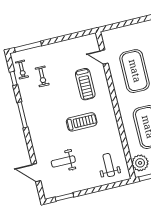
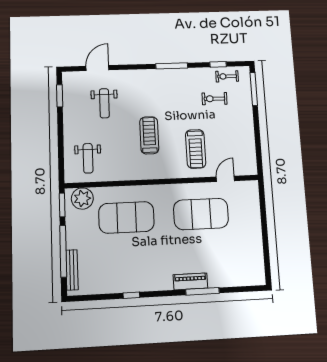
treadmill: (85, 84) -> (196, 149), turned -90
treadmill: (82, 122) -> (149, 135), turned 180
weight bench: (63, 161) -> (104, 103), turned 180
weight bench: (109, 165) -> (88, 158), turned 90

